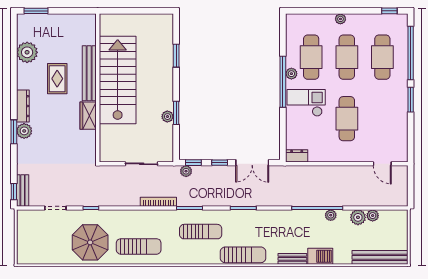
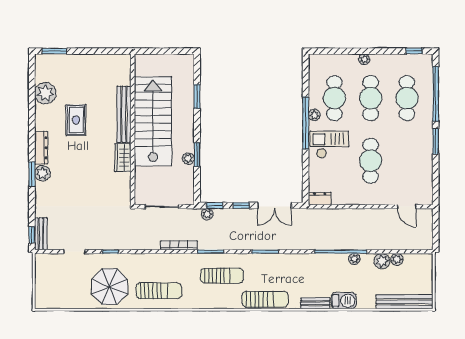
bench: (89, 73) -> (124, 114), moved
stairs: (118, 80) -> (153, 121), moved
wall: (98, 88) -> (133, 129), moved
wardrobe: (88, 116) -> (123, 158), moved

